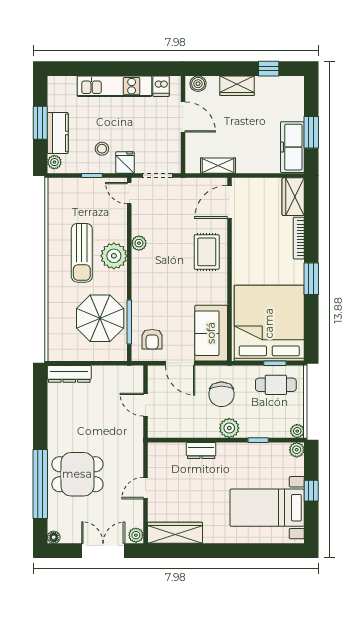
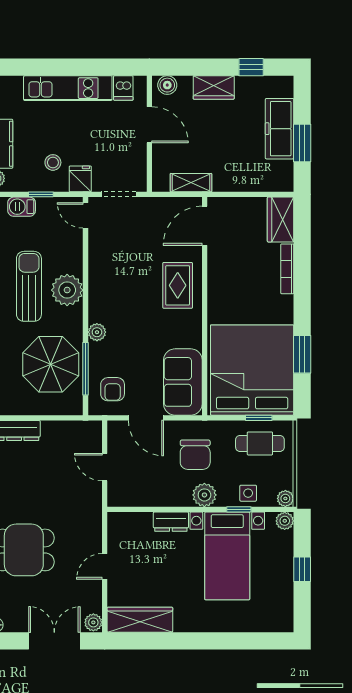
freezer: (292, 147) -> (280, 129), moved
barbecue: (76, 186) -> (22, 207), added
plant: (139, 243) -> (97, 332), moved
sun lounger: (82, 253) -> (29, 286), turned 180
window: (311, 279) -> (302, 354), moved
side table: (266, 427) -> (248, 493), added
bed with nightstands: (267, 508) -> (227, 556), moved, turned -90

